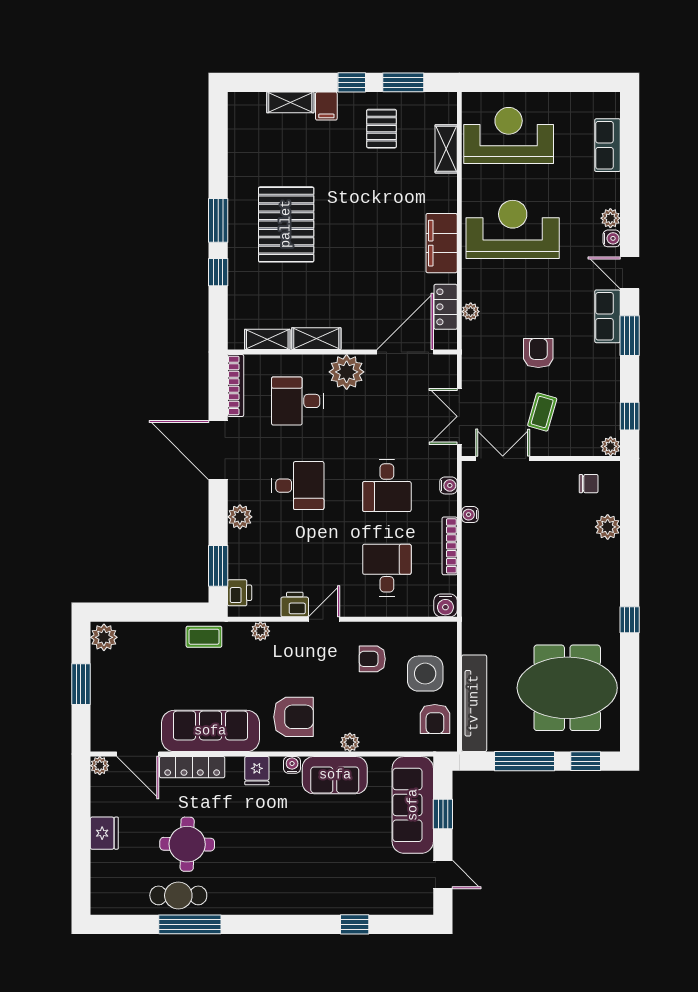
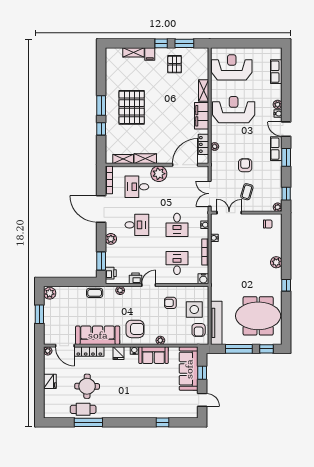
shelving: (446, 149) -> (204, 91), moved
plant: (608, 527) -> (276, 262), moved

